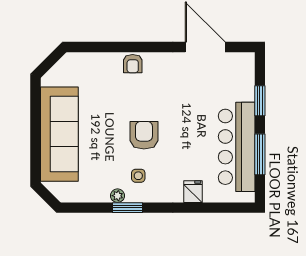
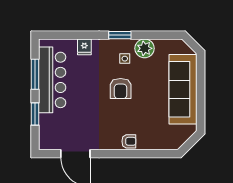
armchair: (133, 64) -> (129, 141), turned 90
plant: (118, 196) -> (145, 48), width x1.88, depth x1.88
window: (128, 208) -> (120, 35), moved

